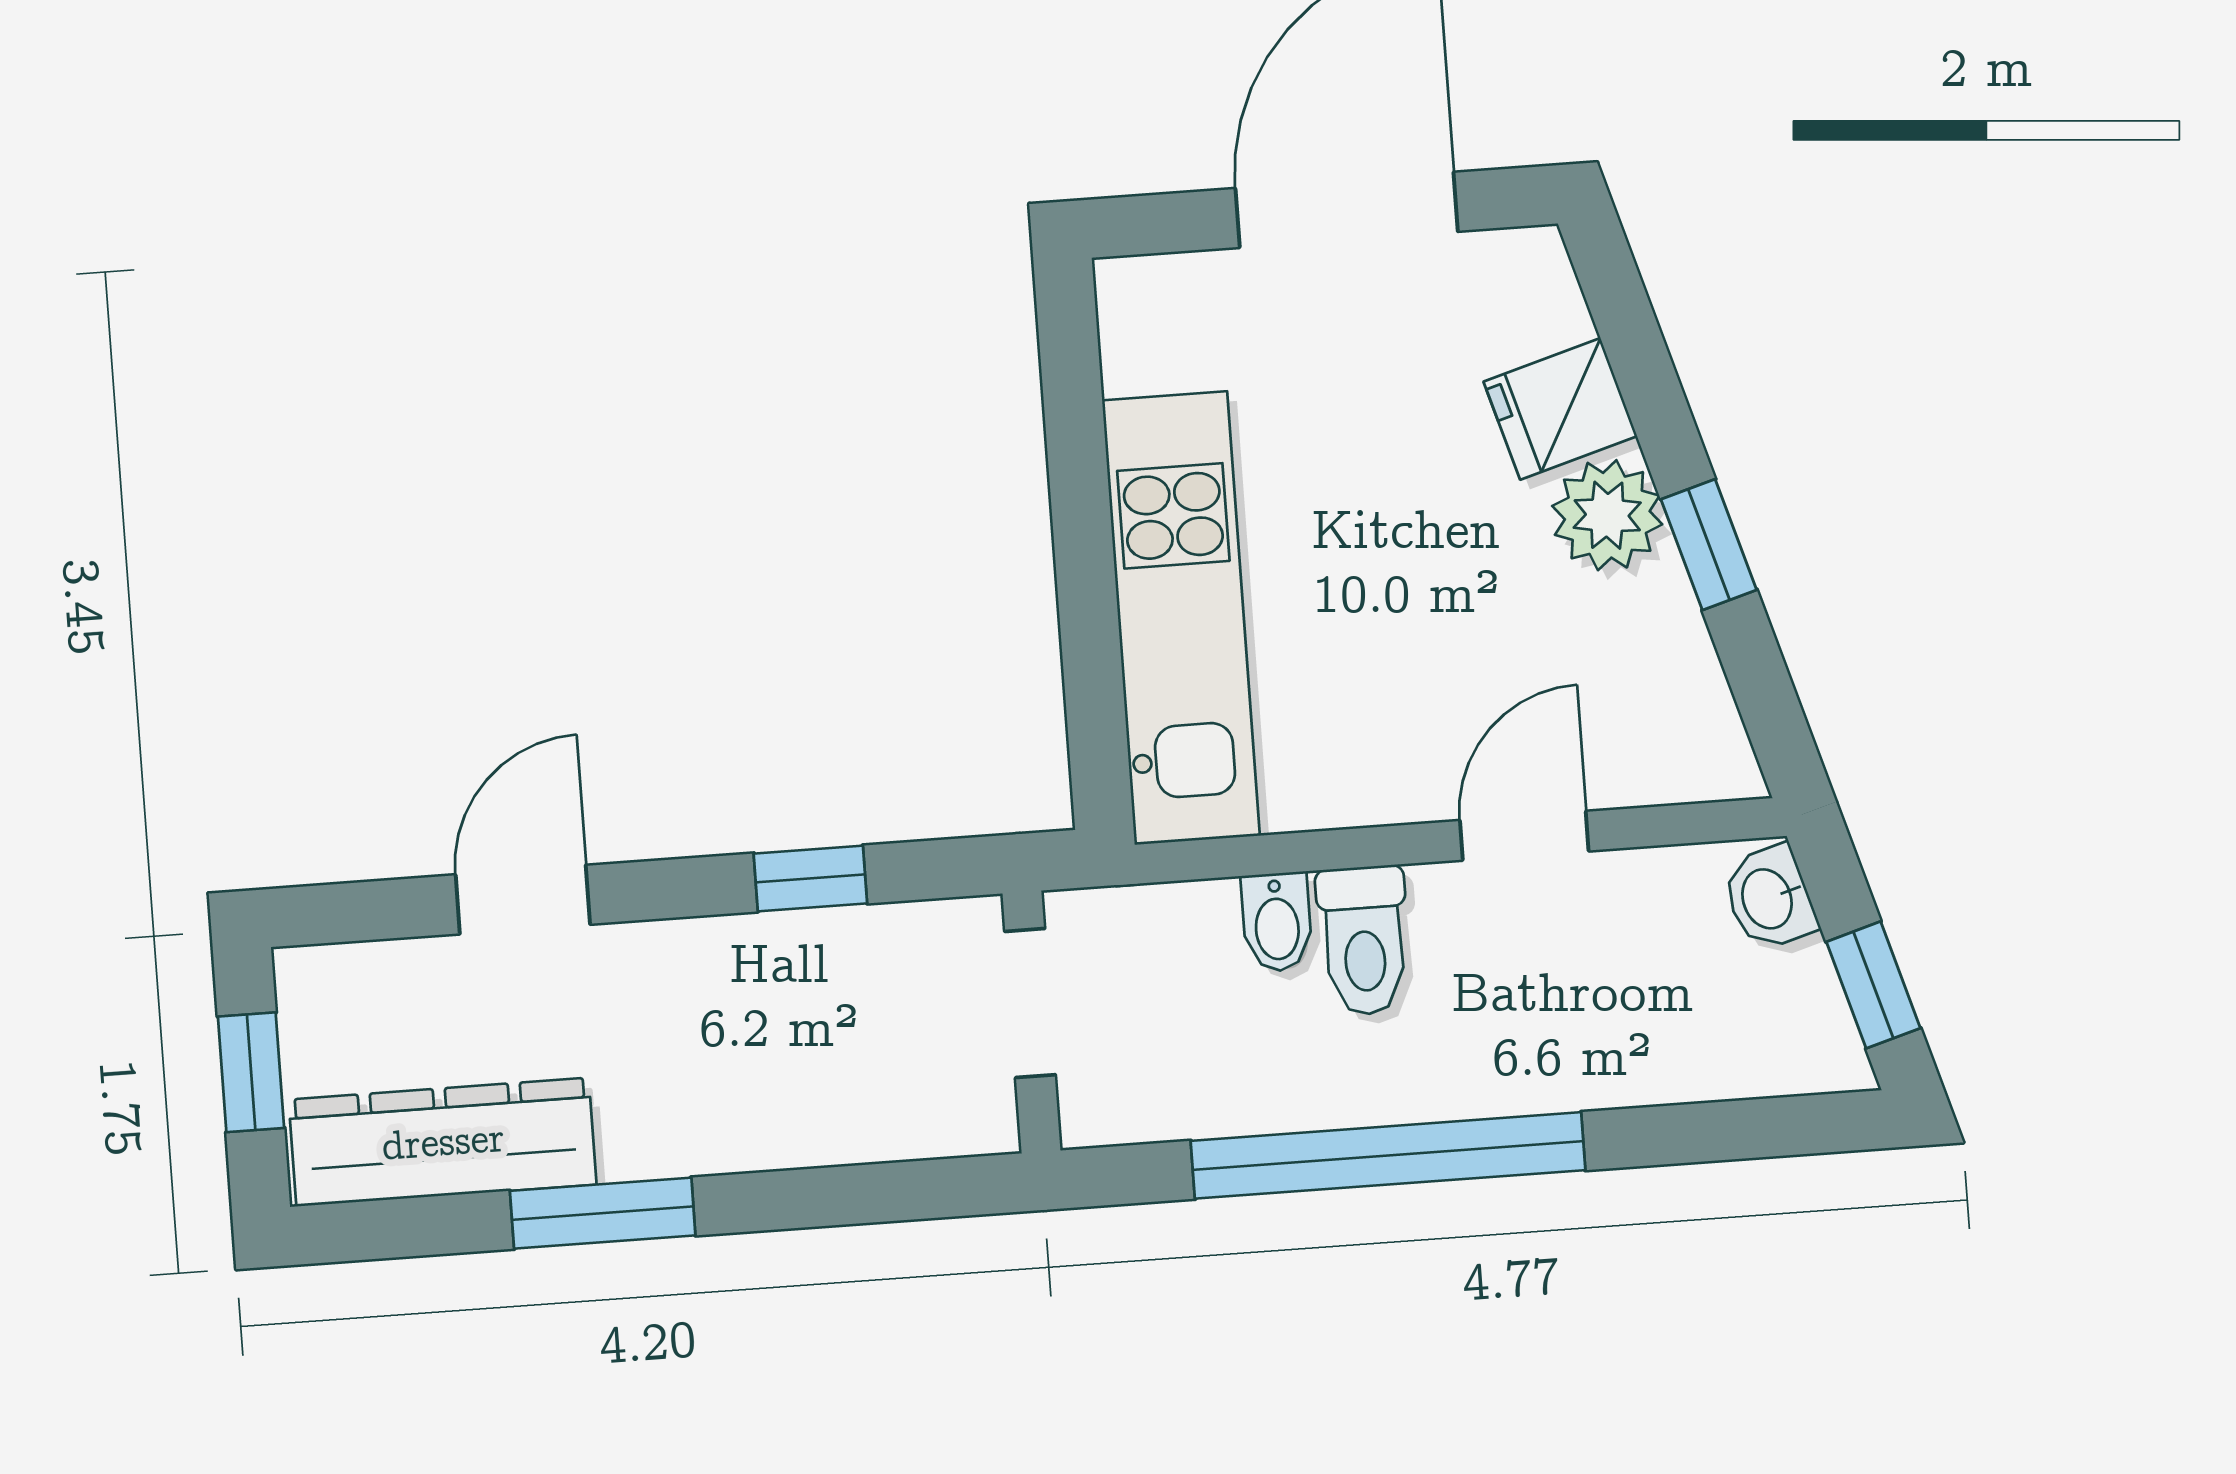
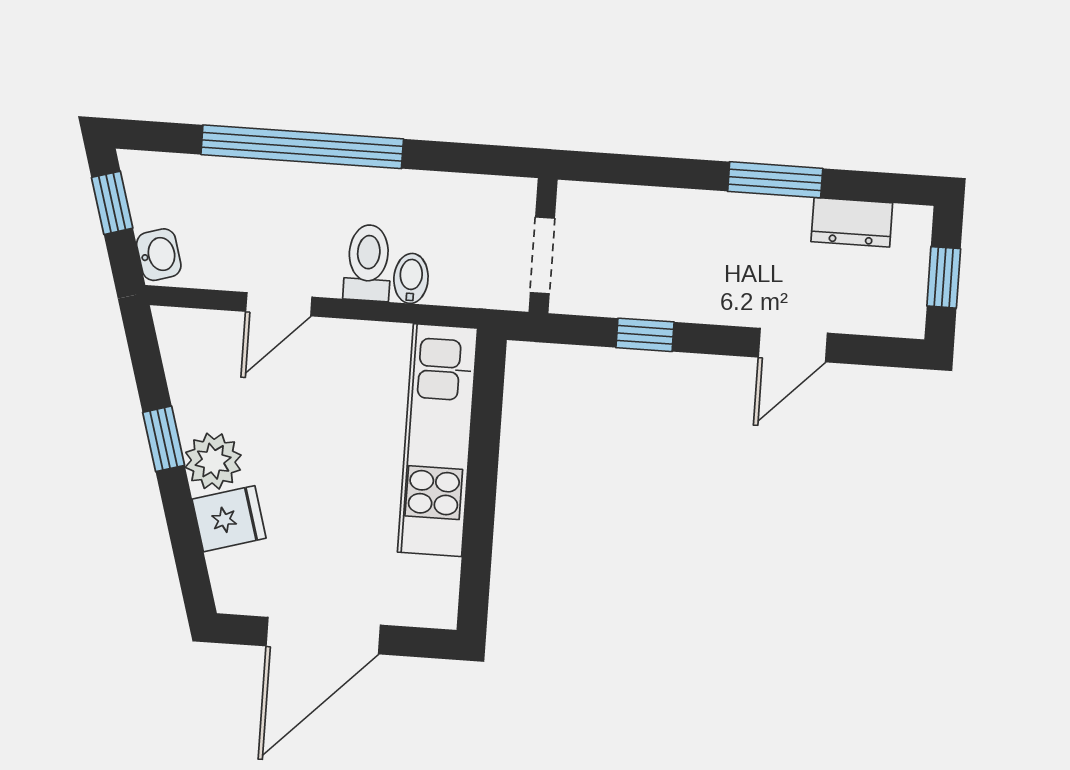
dresser: (443, 1142) -> (852, 222), width x0.51, depth x0.80
window: (1388, 1155) -> (302, 147), moved

